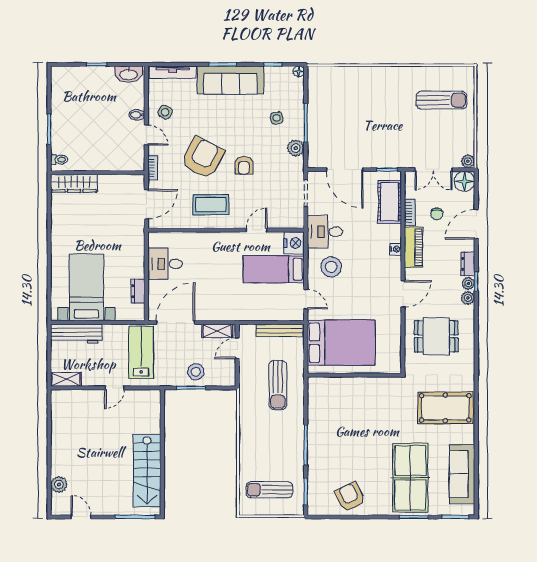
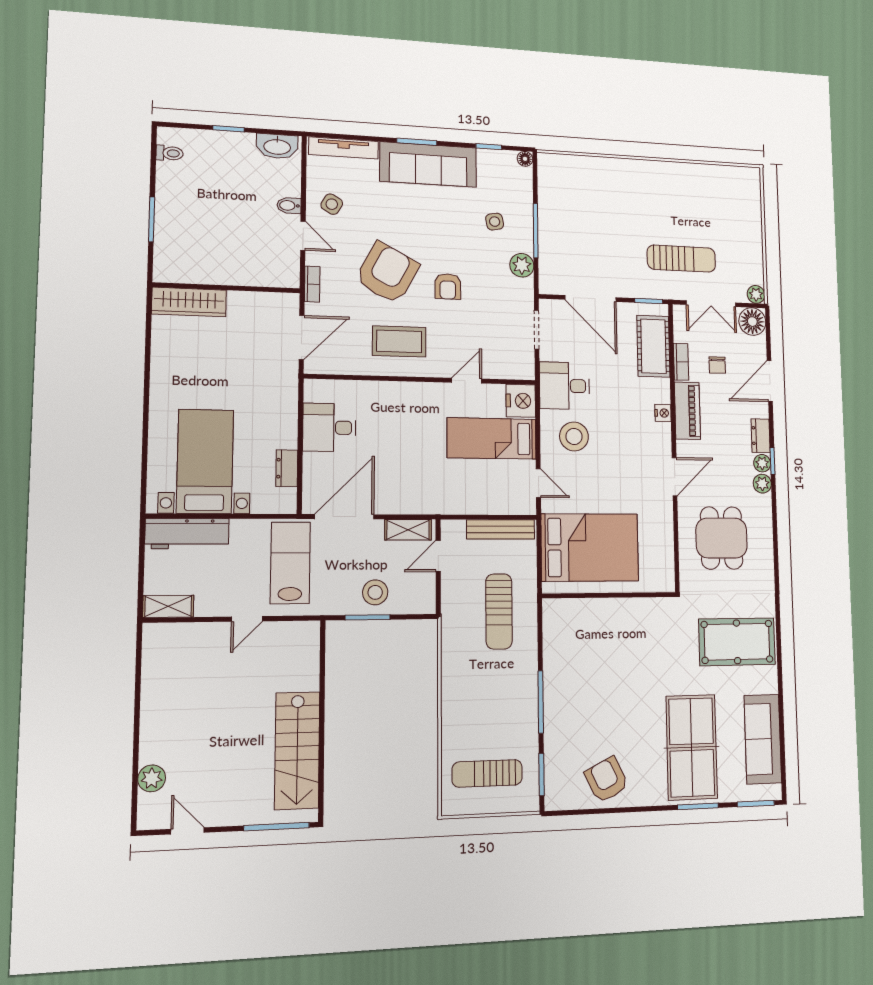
sun lounger: (442, 100) -> (681, 259), moved
toilet: (59, 160) -> (170, 153), moved
dining table: (436, 336) -> (722, 538), turned 90

